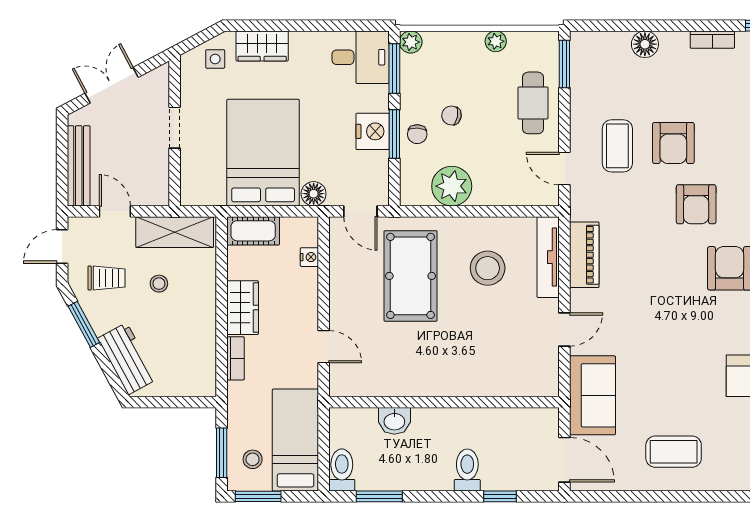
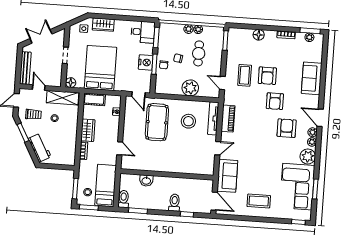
plant: (411, 42) -> (188, 29), moved
cafe table: (533, 103) -> (199, 53), moved
plant: (452, 186) -> (190, 88), moved
floor lamp: (314, 194) -> (71, 83), moved

